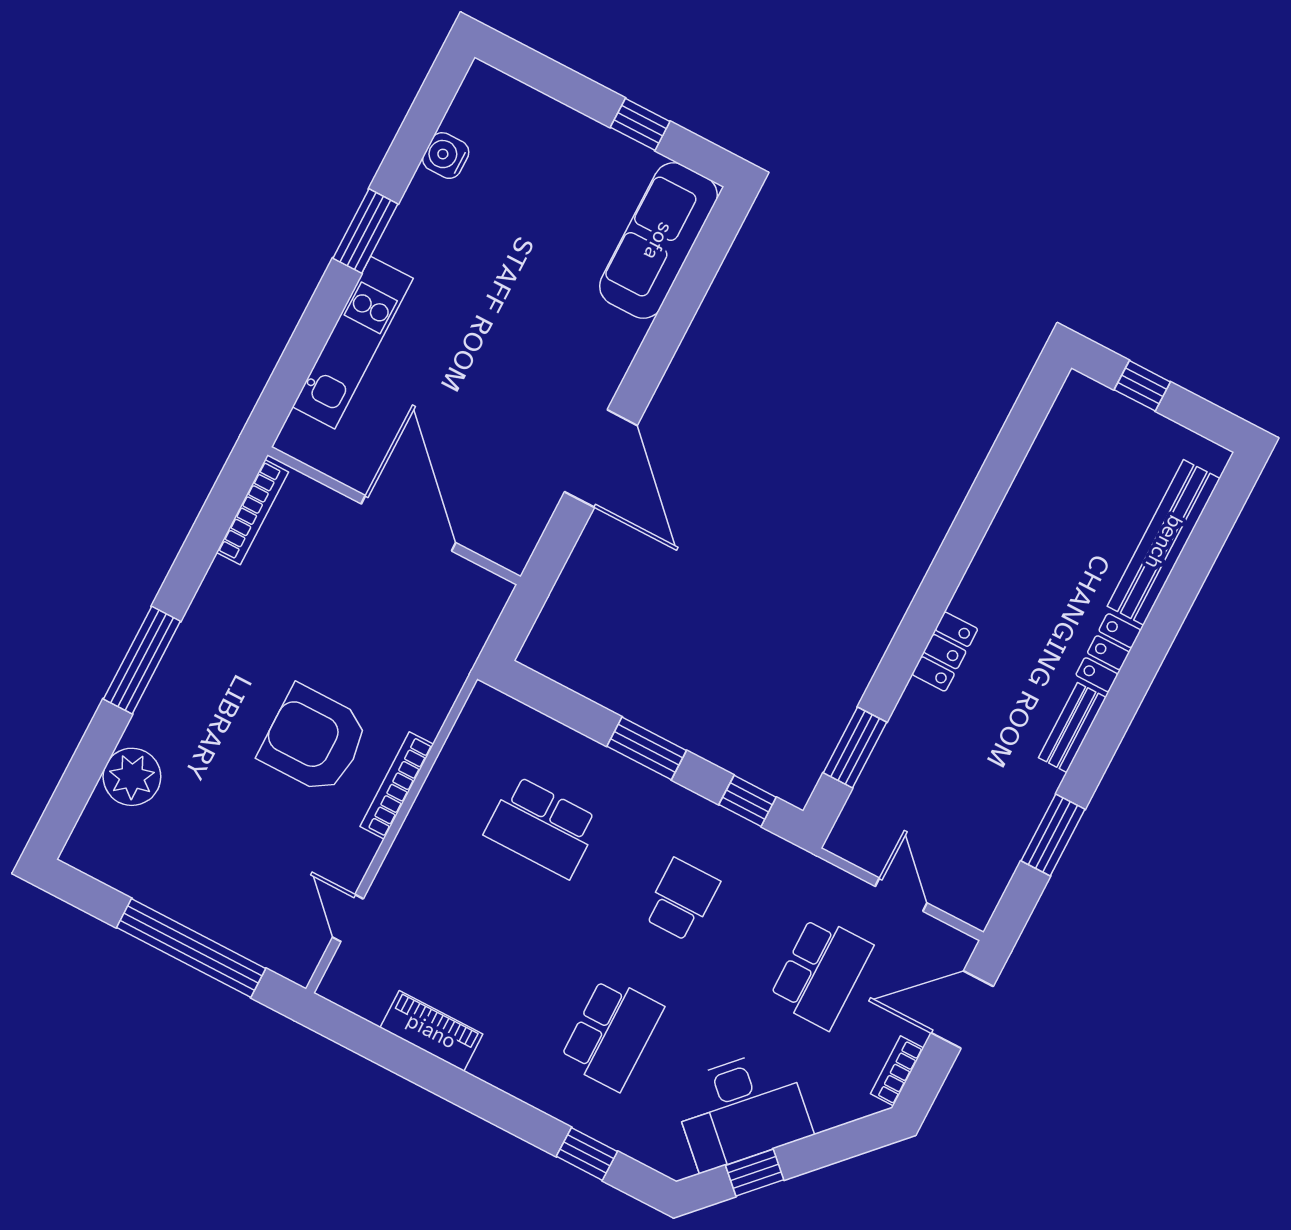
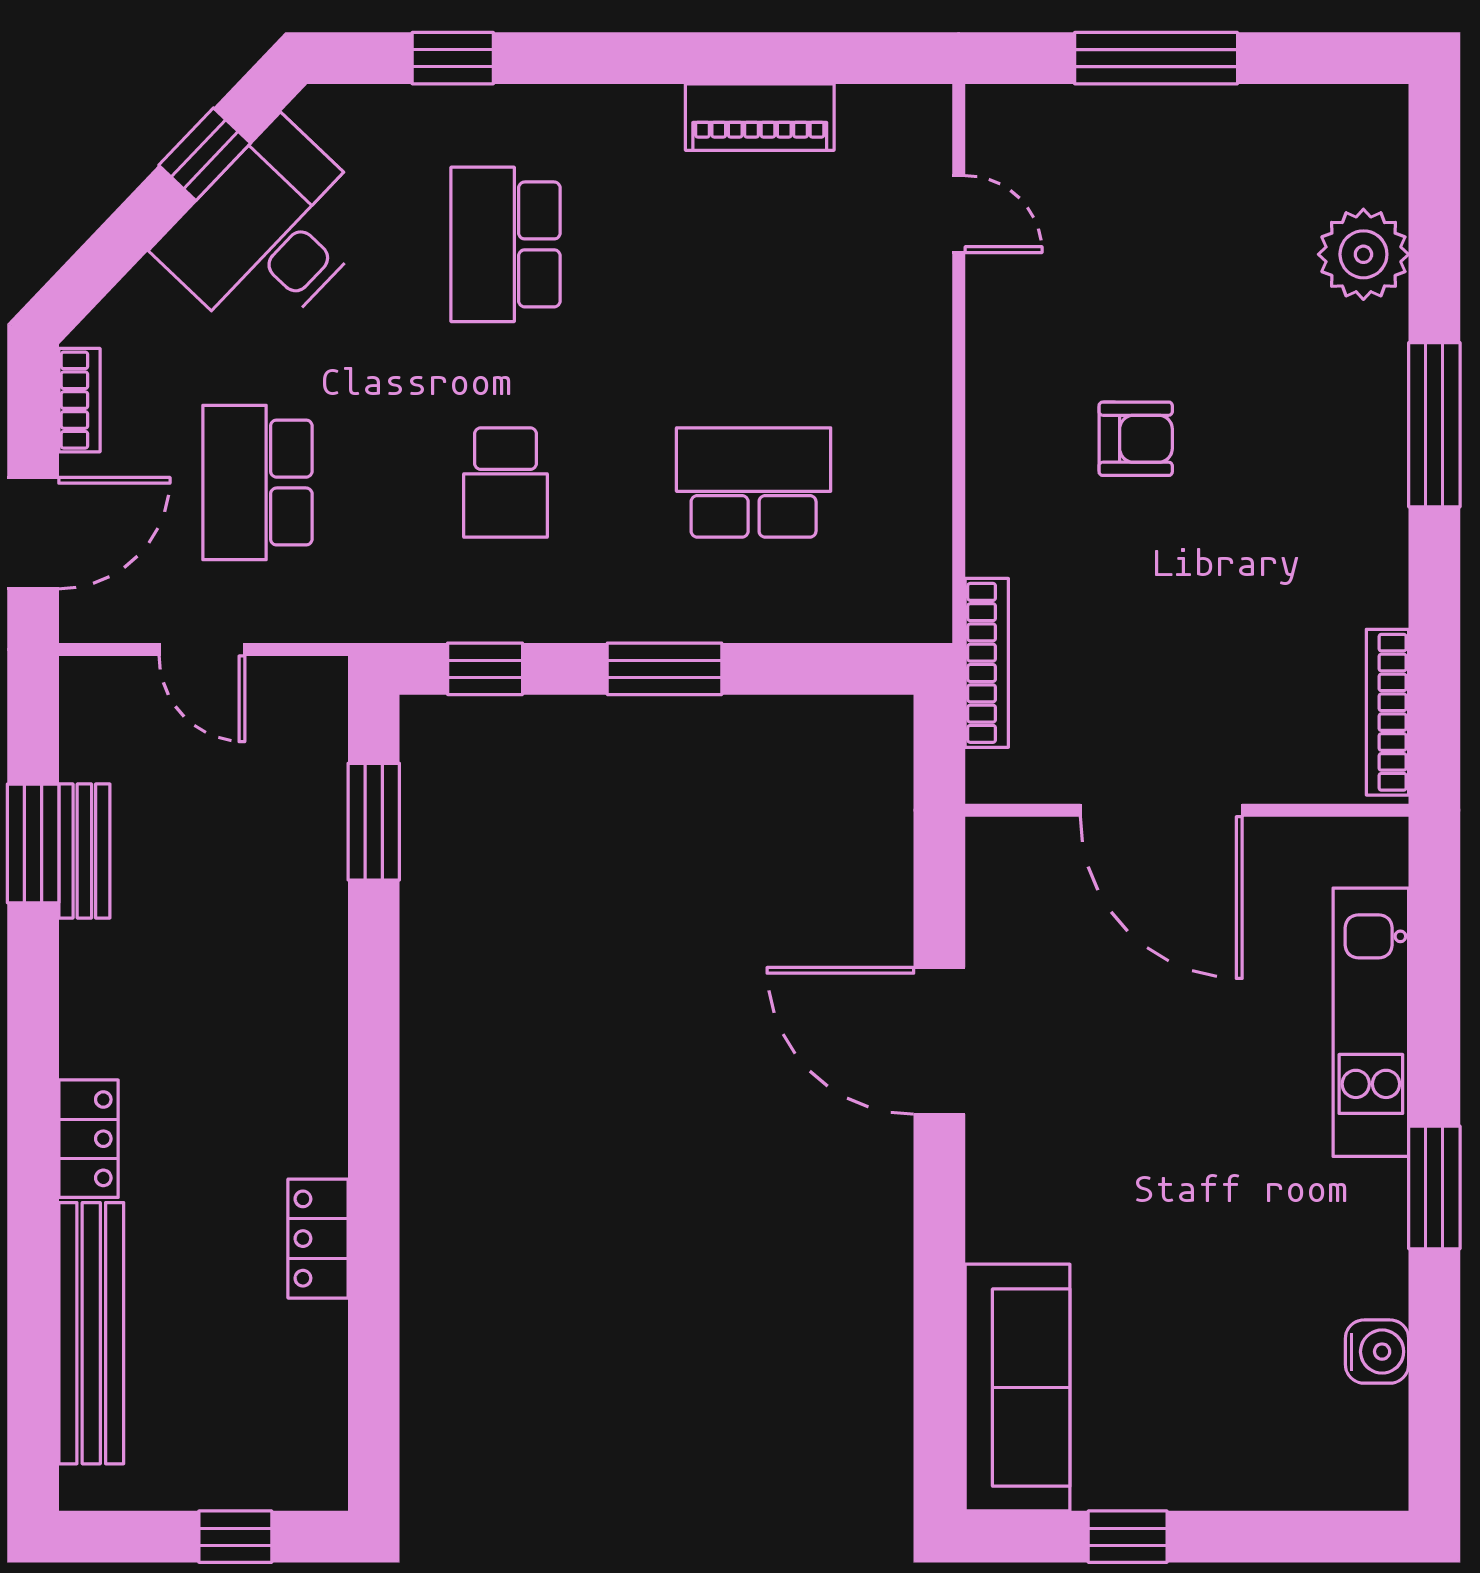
locker: (945, 652) -> (318, 1239), moved
bench: (1072, 728) -> (84, 851), moved
armchair: (314, 740) -> (1136, 439), width x0.53, depth x0.53
bookcase: (397, 785) -> (987, 663), moved
window: (191, 948) -> (1156, 58), width x0.68

